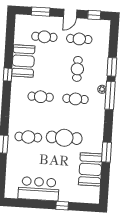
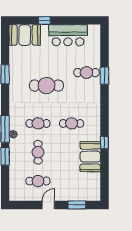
window: (94, 15) -> (25, 205), removed
cafe table: (44, 37) -> (72, 181), removed
cafe table: (28, 137) -> (86, 73), moved
booth: (90, 169) -> (25, 35), moved, turned 90

